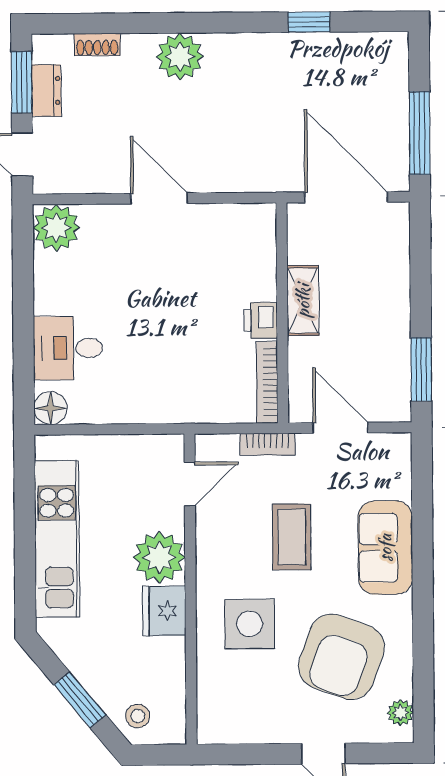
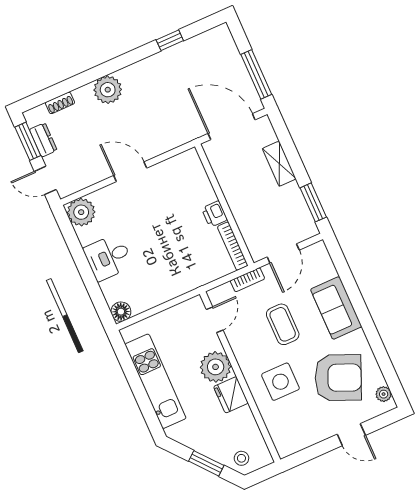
shelving: (303, 301) -> (279, 164), moved
desk: (68, 348) -> (108, 257), moved
door: (340, 428) -> (283, 253), swing flipped
armchair: (341, 657) -> (338, 378), turned -87

